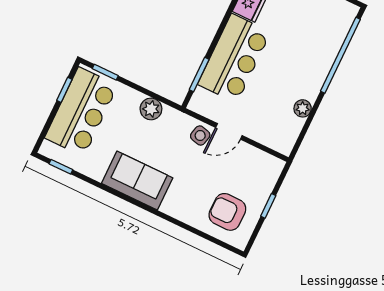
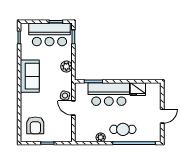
cafe table: (307, 63) -> (123, 129), added
armchair: (227, 212) -> (35, 125), turned 180

